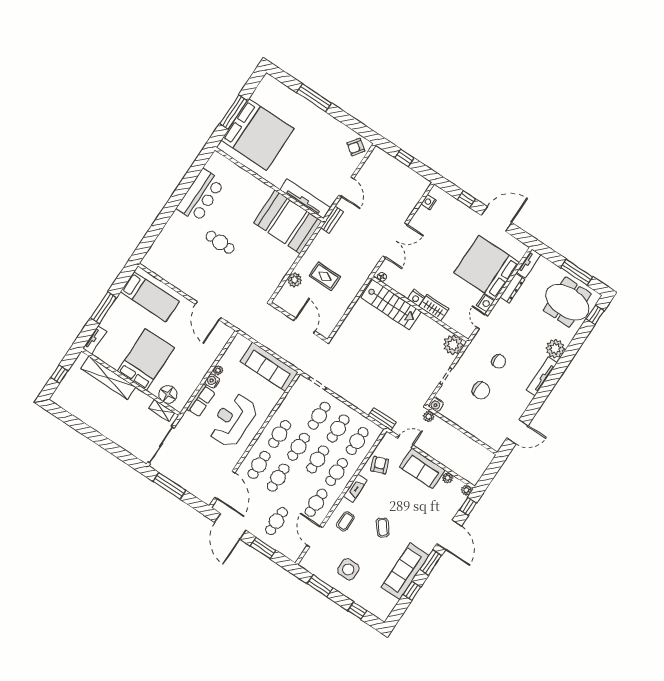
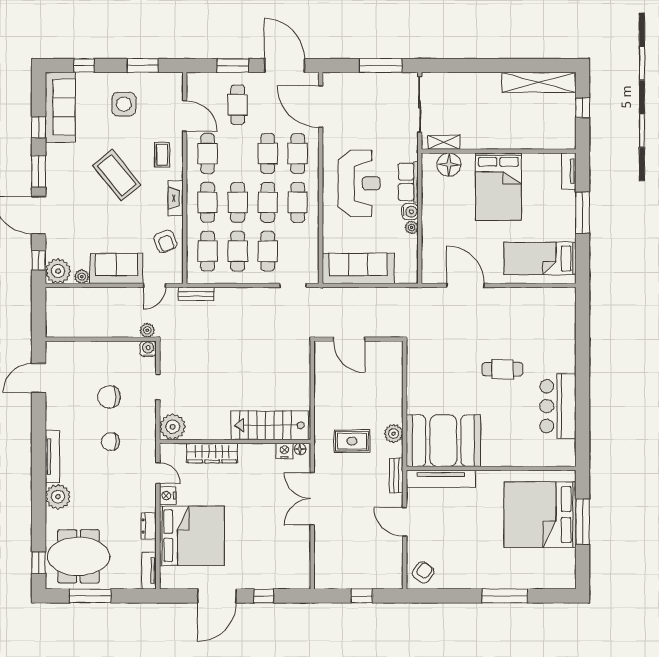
nightstand: (429, 202) -> (303, 565), removed
rug: (325, 276) -> (352, 441), moved
plant: (295, 280) -> (394, 434), moved
dresser: (512, 288) -> (149, 526), width x0.70
nightstand: (416, 298) -> (284, 451), moved
wardrobe: (434, 308) -> (212, 453), width x1.50
shelving: (108, 378) -> (539, 82), moved
plant: (466, 490) -> (58, 271), width x1.88, depth x1.88
coffee table: (383, 528) -> (117, 175), width x1.86, depth x1.72
sofa: (405, 571) -> (60, 107), moved

